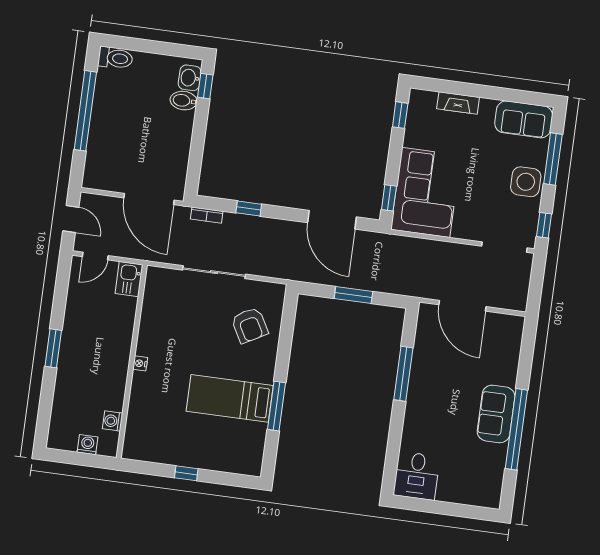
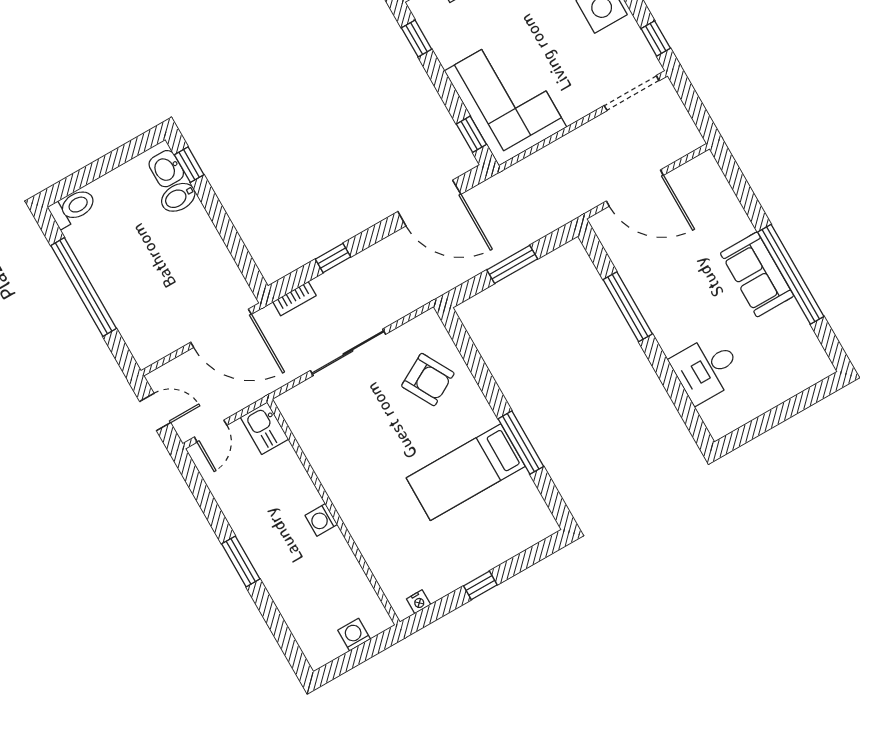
nightstand: (140, 363) -> (419, 602), moved, turned -90
washing machine: (113, 421) -> (321, 520), moved
desk: (417, 476) -> (706, 369), moved, turned 90

